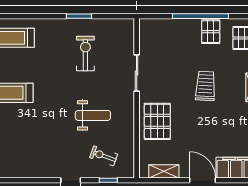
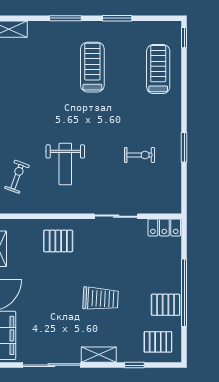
locker: (146, 33) -> (164, 227), added
exercise bike: (85, 53) -> (139, 155), width x0.73, depth x0.72
pallet: (157, 121) -> (58, 241), width x0.67, depth x0.71

